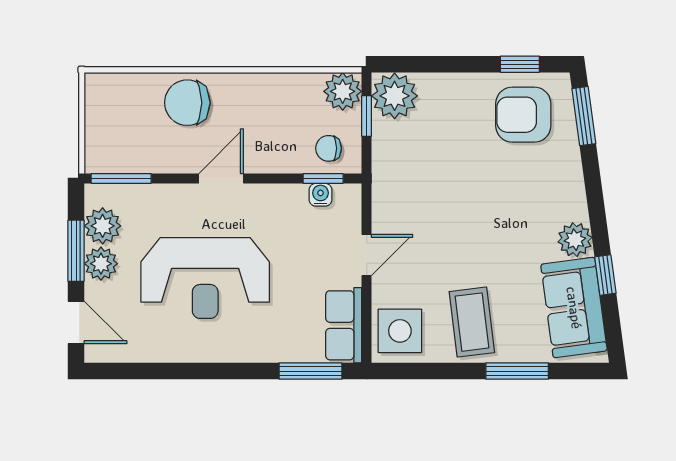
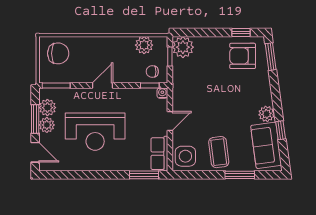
plant: (343, 91) -> (144, 45), moved
chair: (187, 103) -> (58, 53), moved, turned 180
water cooler: (321, 195) -> (162, 93), moved

